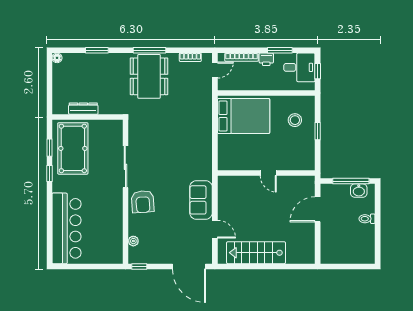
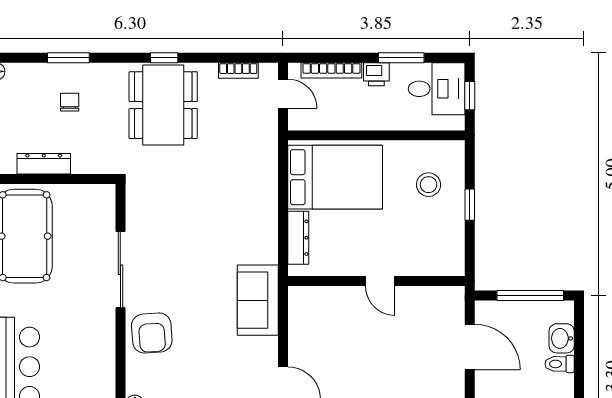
window: (150, 50) -> (164, 58), width x0.46
door: (215, 70) -> (283, 94), hinge flipped
chair: (97, 75) -> (70, 102), added
dresser: (223, 149) -> (298, 238), added
washbasin: (359, 191) -> (562, 338), moved, turned 90
sofa: (201, 200) -> (258, 300), moved
door: (318, 209) -> (470, 347), swing flipped

